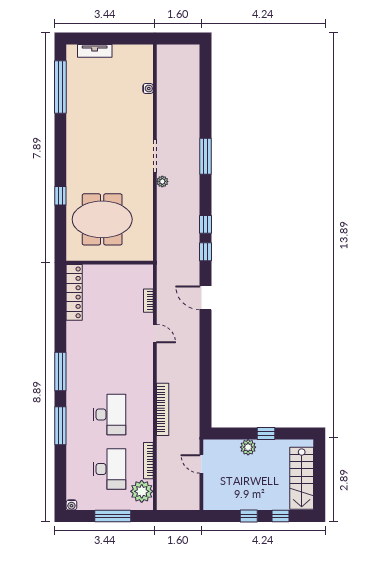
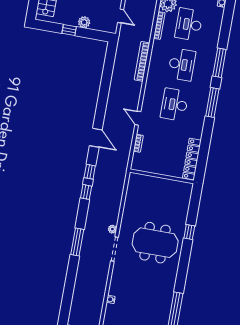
meeting table: (102, 219) -> (155, 243), moved
desk: (110, 360) -> (175, 105), added
desk: (110, 414) -> (182, 64), turned 180

